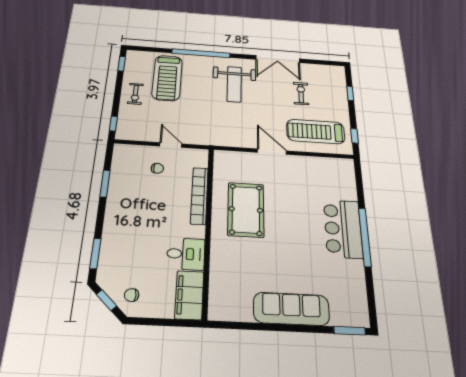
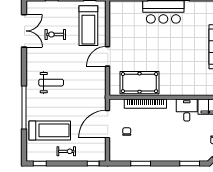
double door: (278, 59) -> (24, 31), moved
weight bench: (234, 84) -> (51, 83), width x0.73, depth x0.75
door: (171, 145) -> (108, 124), width x1.87
pool table: (246, 210) -> (140, 83), moved

